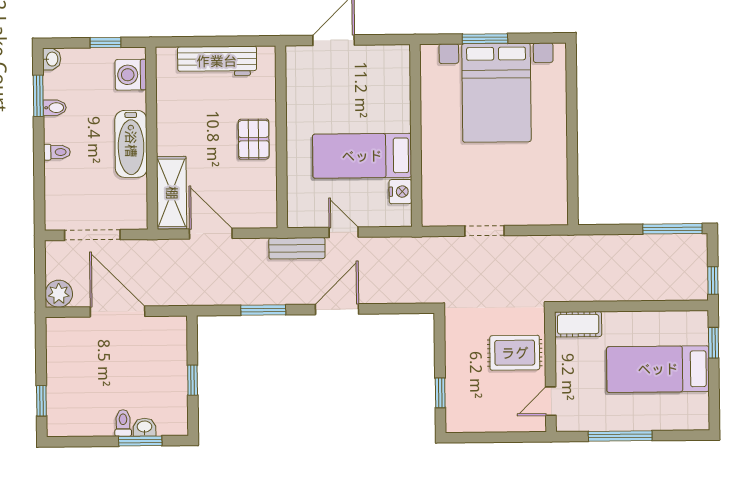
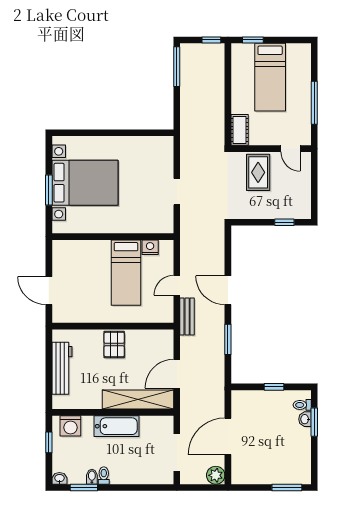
pallet: (254, 139) -> (114, 345), turned 90
toilet: (57, 152) -> (104, 476), moved
shelving: (172, 193) -> (138, 400), width x1.47
window: (41, 401) -> (287, 488), width x1.50
toilet: (123, 423) -> (302, 405), moved

